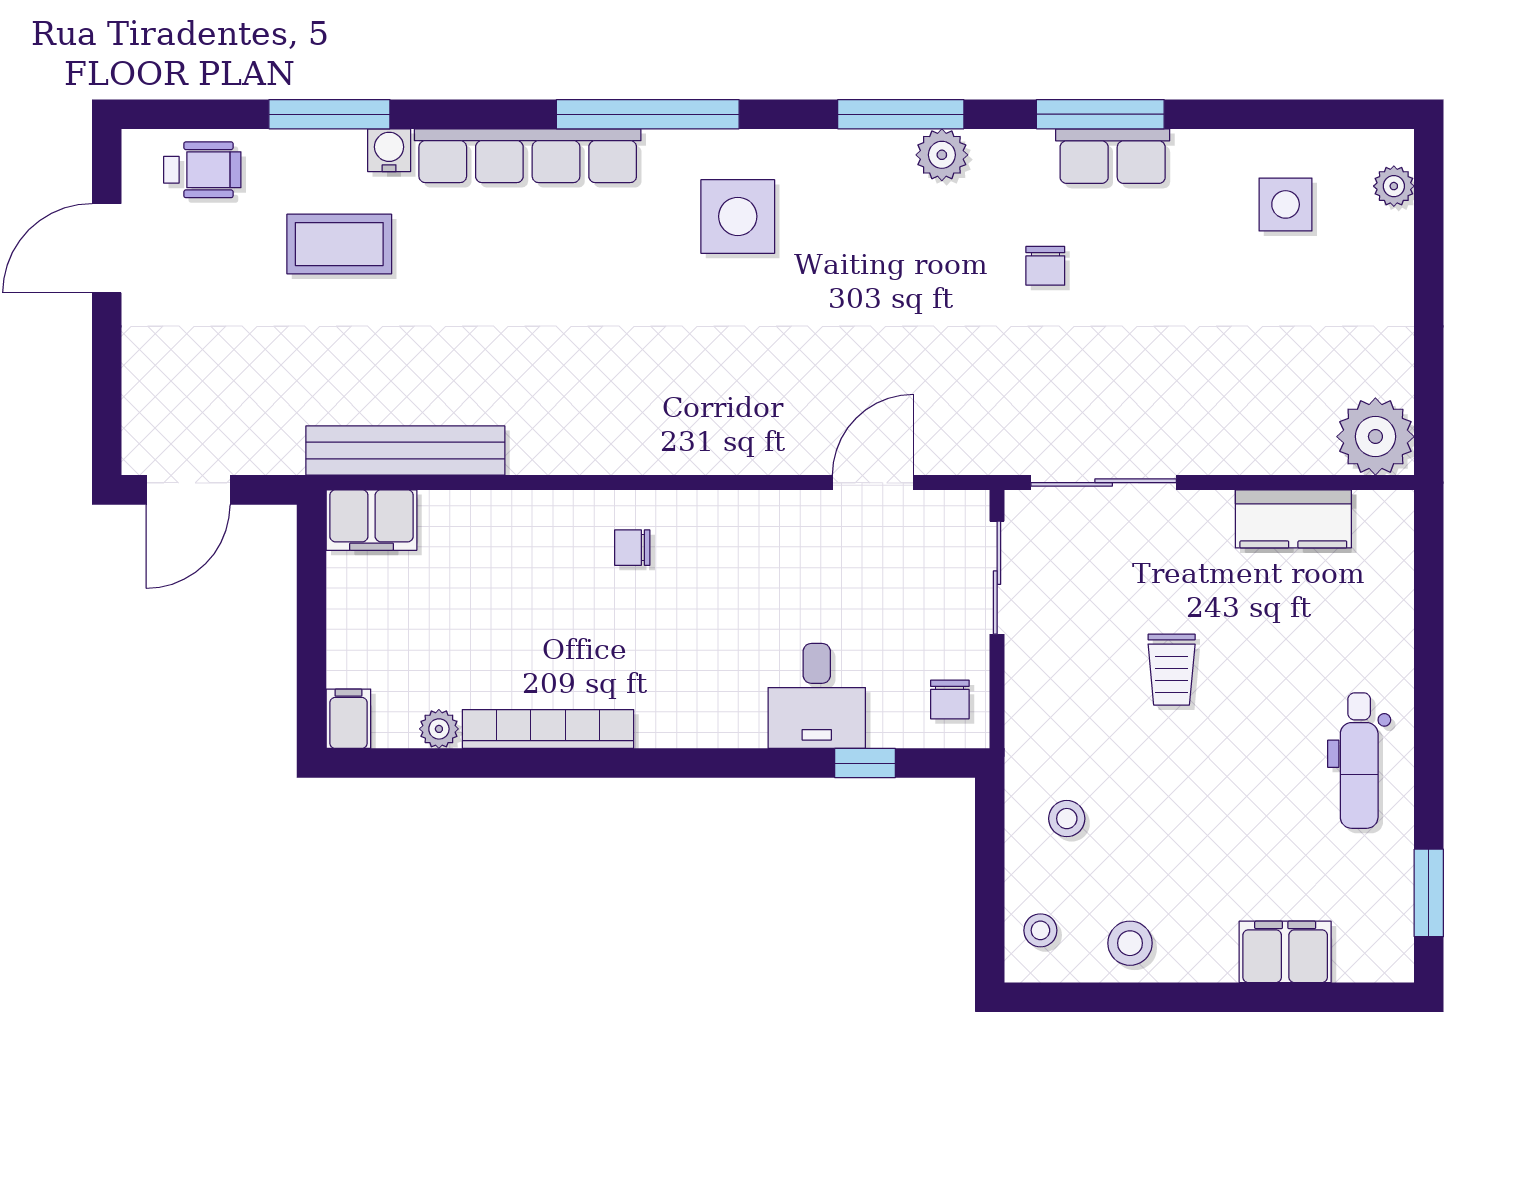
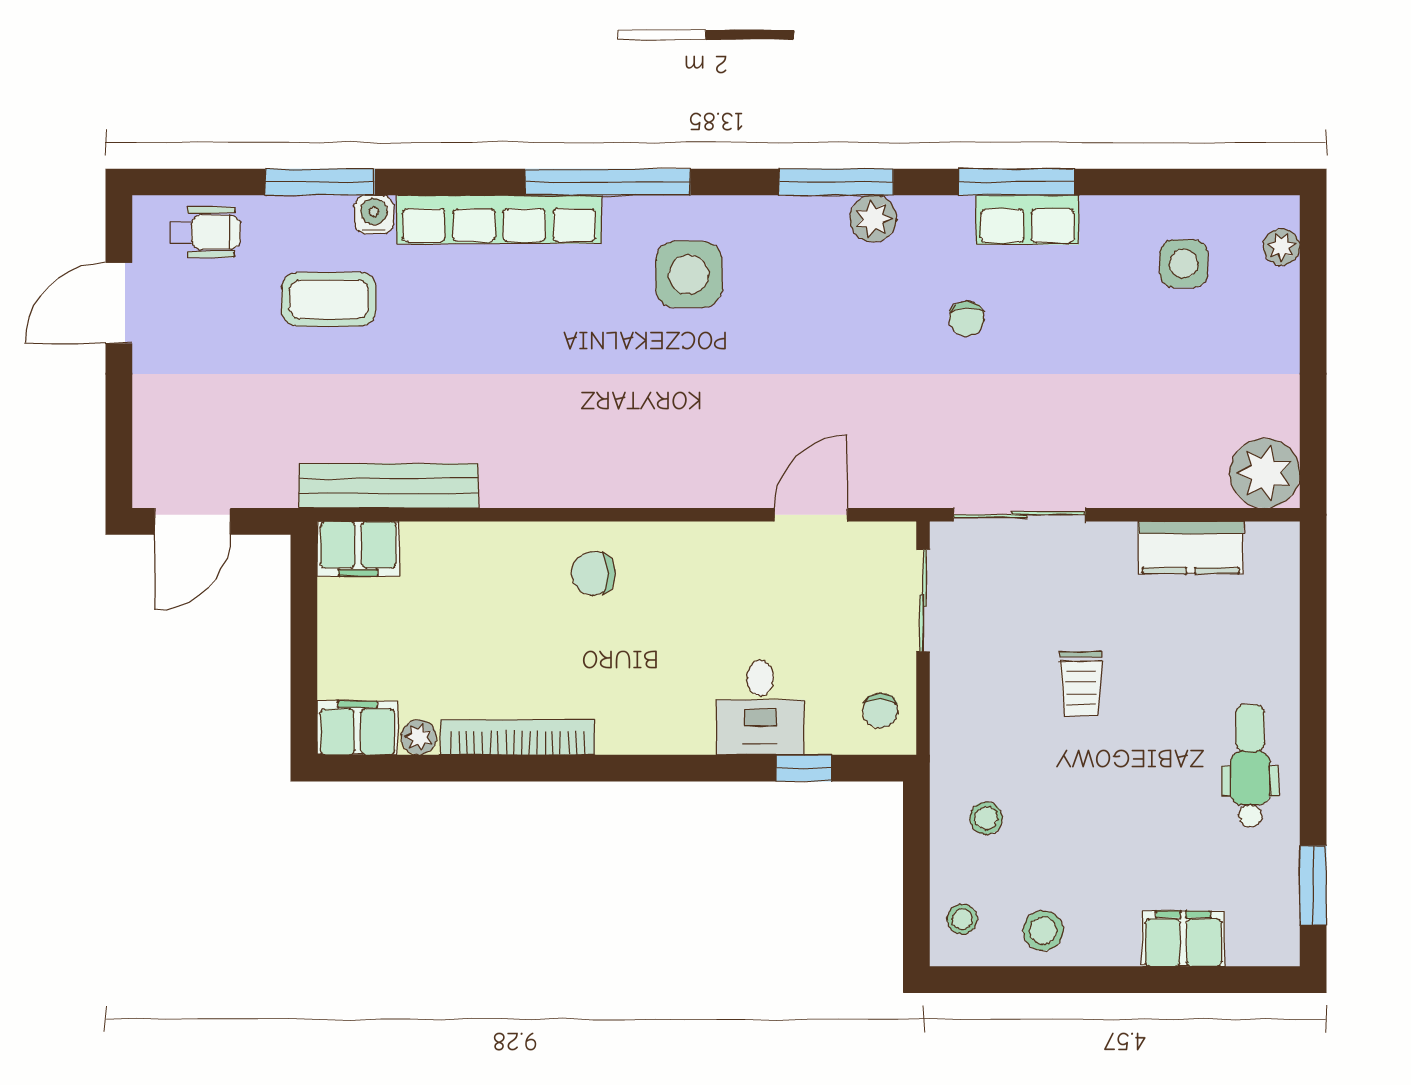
chair: (632, 548) -> (594, 573), width x1.37, depth x1.37
filing cabinet: (348, 719) -> (357, 728), width x2.00
dental chair: (1359, 761) -> (1250, 766), turned 180

